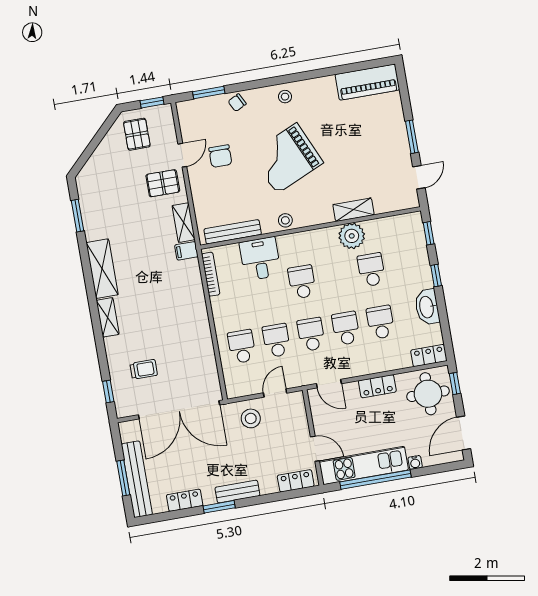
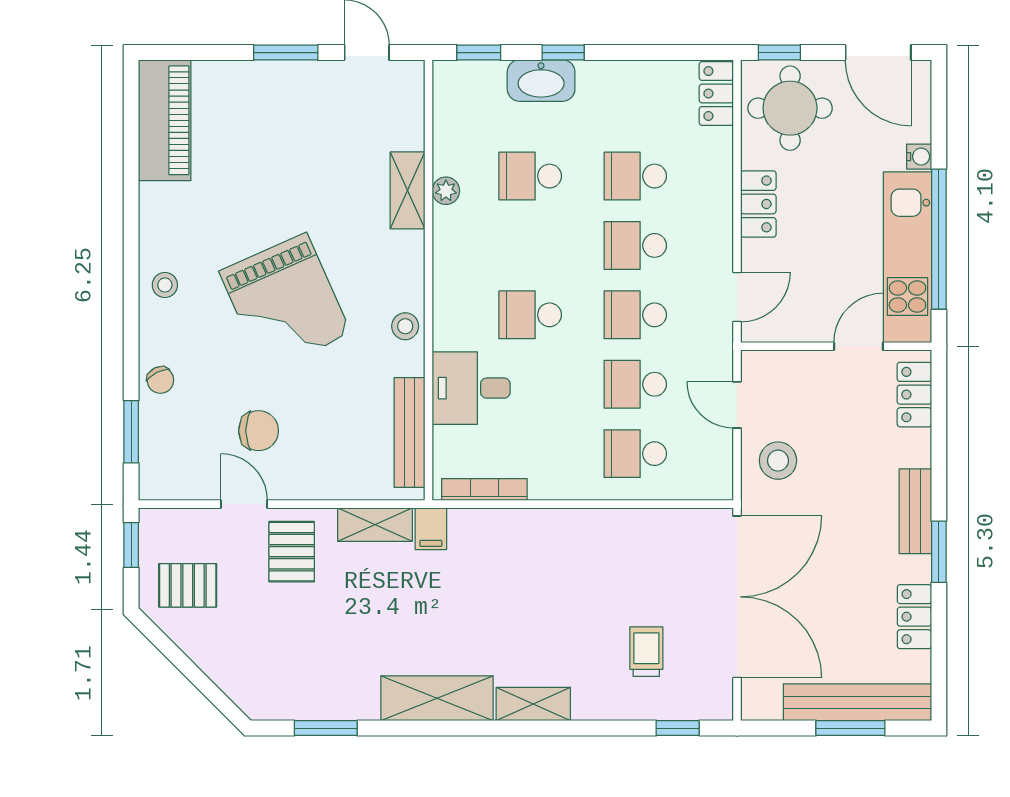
plant: (352, 236) -> (446, 191), width x0.53, depth x0.53
washbasin: (427, 307) -> (541, 81), moved

